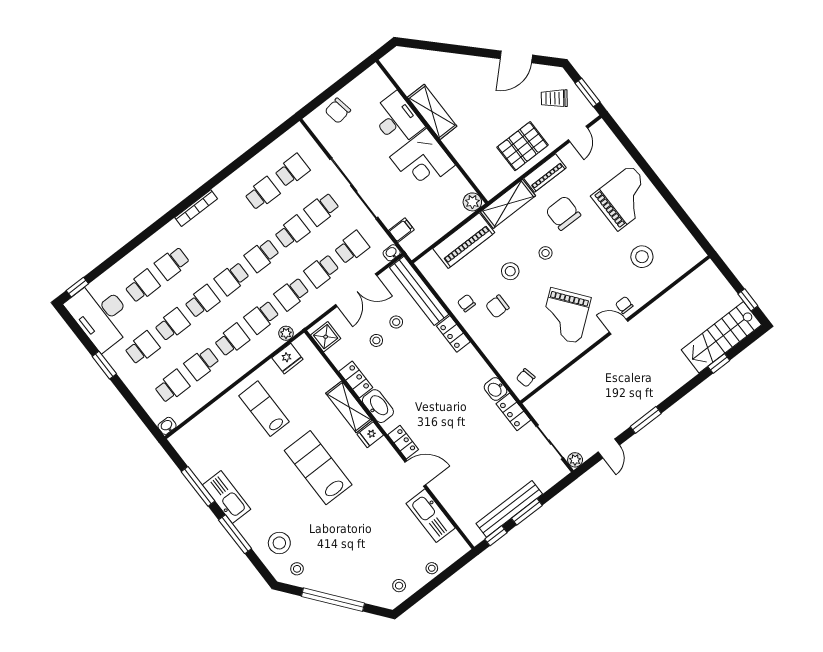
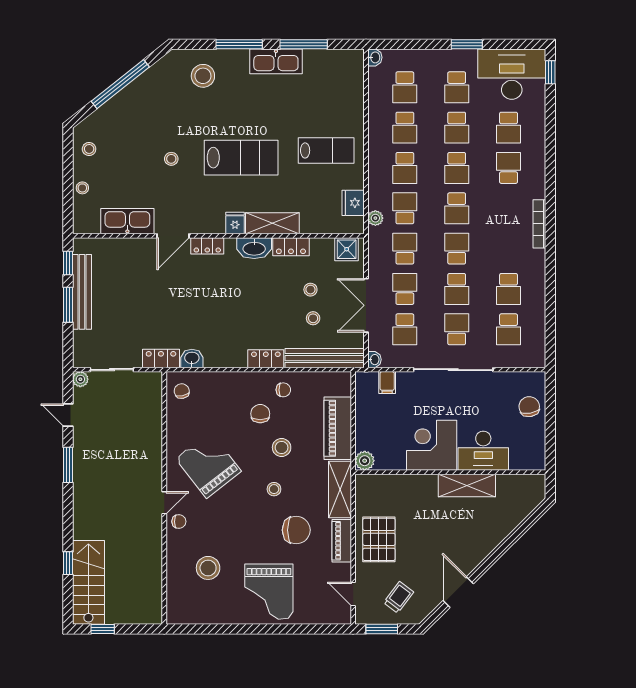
school desk: (232, 278) -> (457, 208), turned 180
school desk: (202, 363) -> (405, 128), turned 180
stool: (297, 569) -> (171, 159), moved

